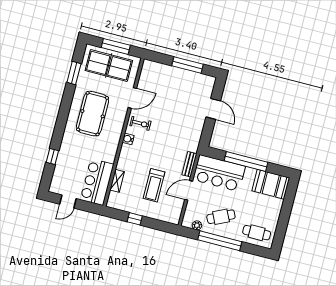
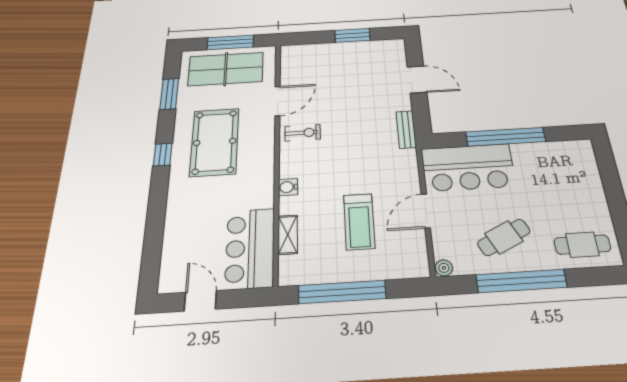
window: (188, 65) -> (352, 35), width x0.69
water cooler: (128, 139) -> (288, 187), moved
window: (52, 156) -> (163, 155), moved
bench: (189, 164) -> (406, 129), moved
booth: (271, 184) -> (565, 158), removed
door: (68, 201) -> (200, 301), swing flipped
window: (135, 219) -> (342, 292), width x3.17
plant: (197, 225) -> (444, 268), moved

